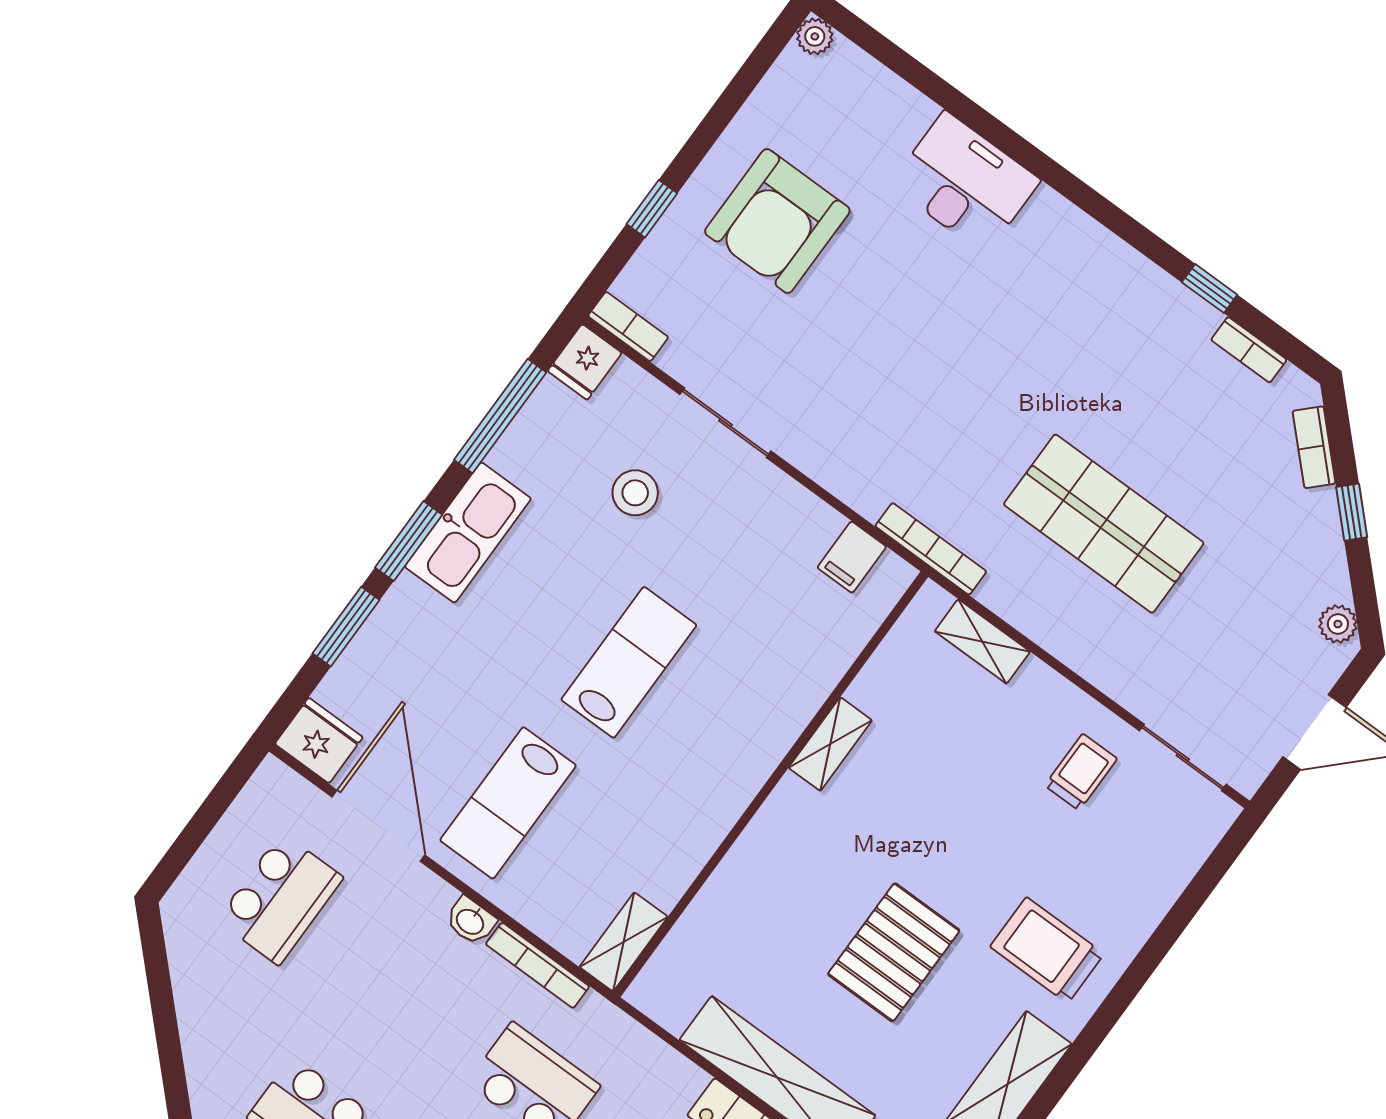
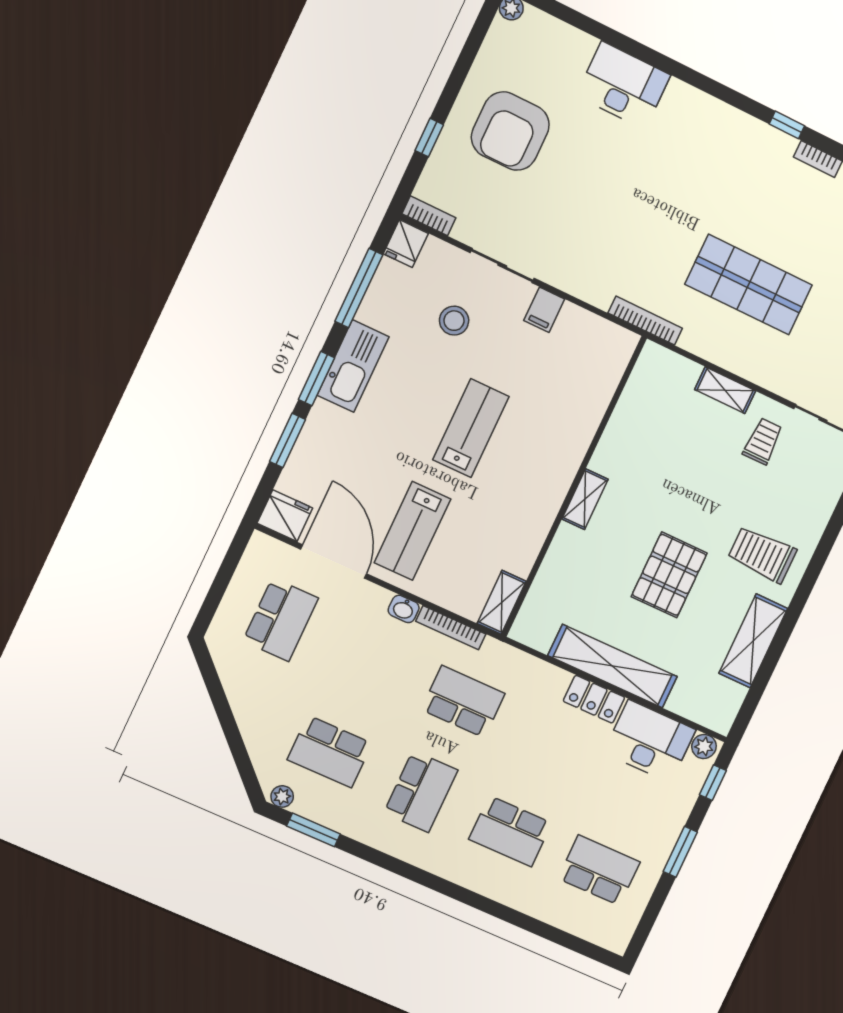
filing cabinet: (852, 557) -> (544, 310), moved
shelving: (982, 641) -> (725, 390), moved
shelving: (830, 744) -> (585, 499), moved

